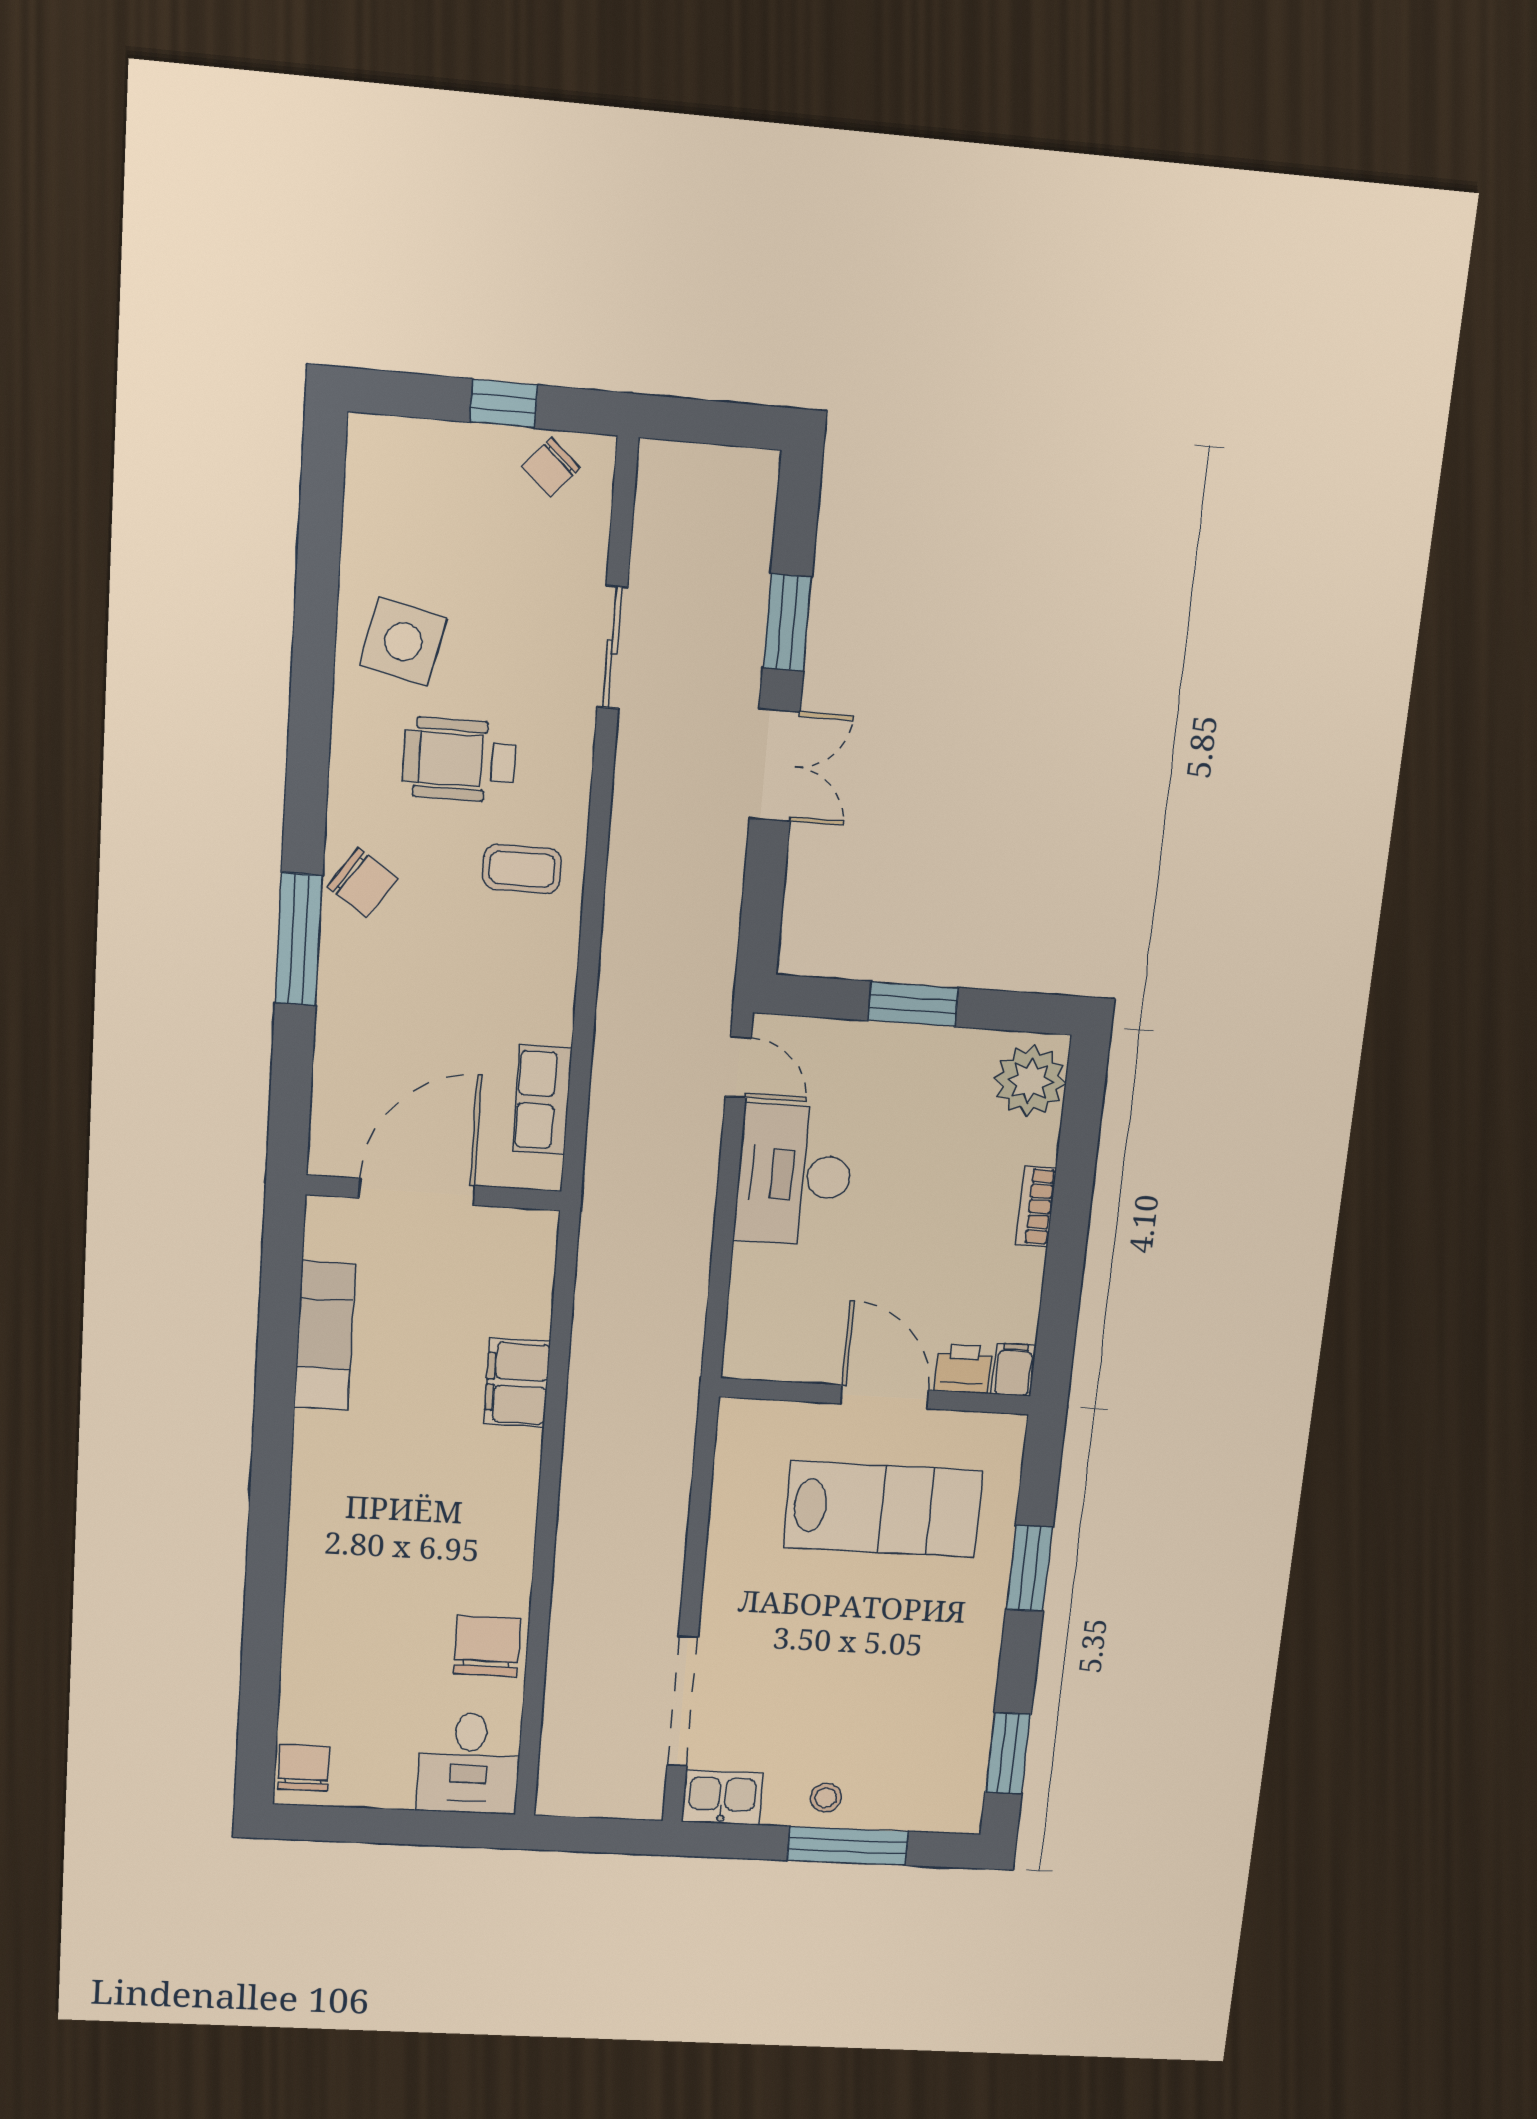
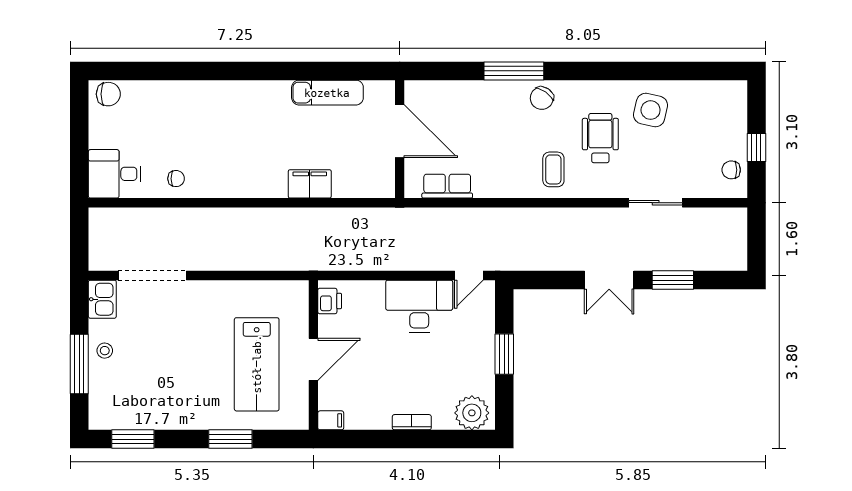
chair: (551, 467) -> (731, 170), turned -42
printer: (963, 1369) -> (330, 301), moved
chair: (487, 1646) -> (176, 179), width x0.54, depth x0.54

